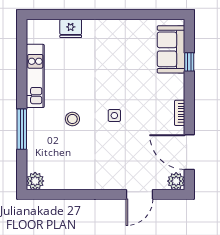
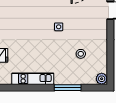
stool: (72, 119) -> (81, 54), moved

